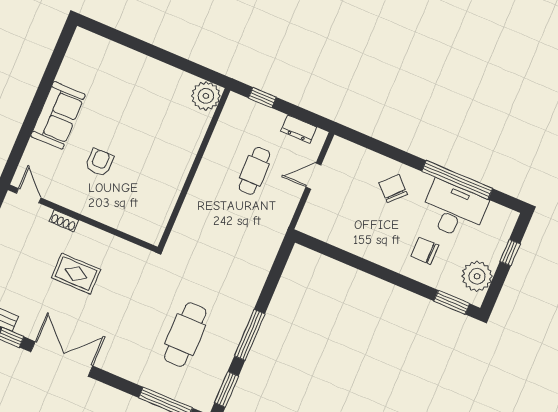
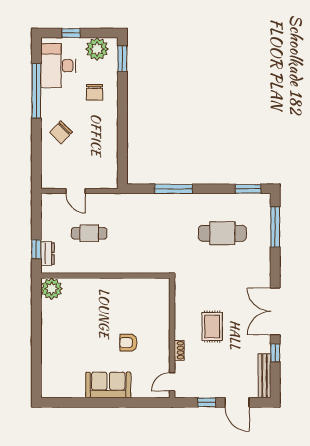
dresser: (299, 129) -> (47, 254), moved
desk: (453, 210) -> (58, 66), moved
window: (250, 335) -> (174, 189), moved

